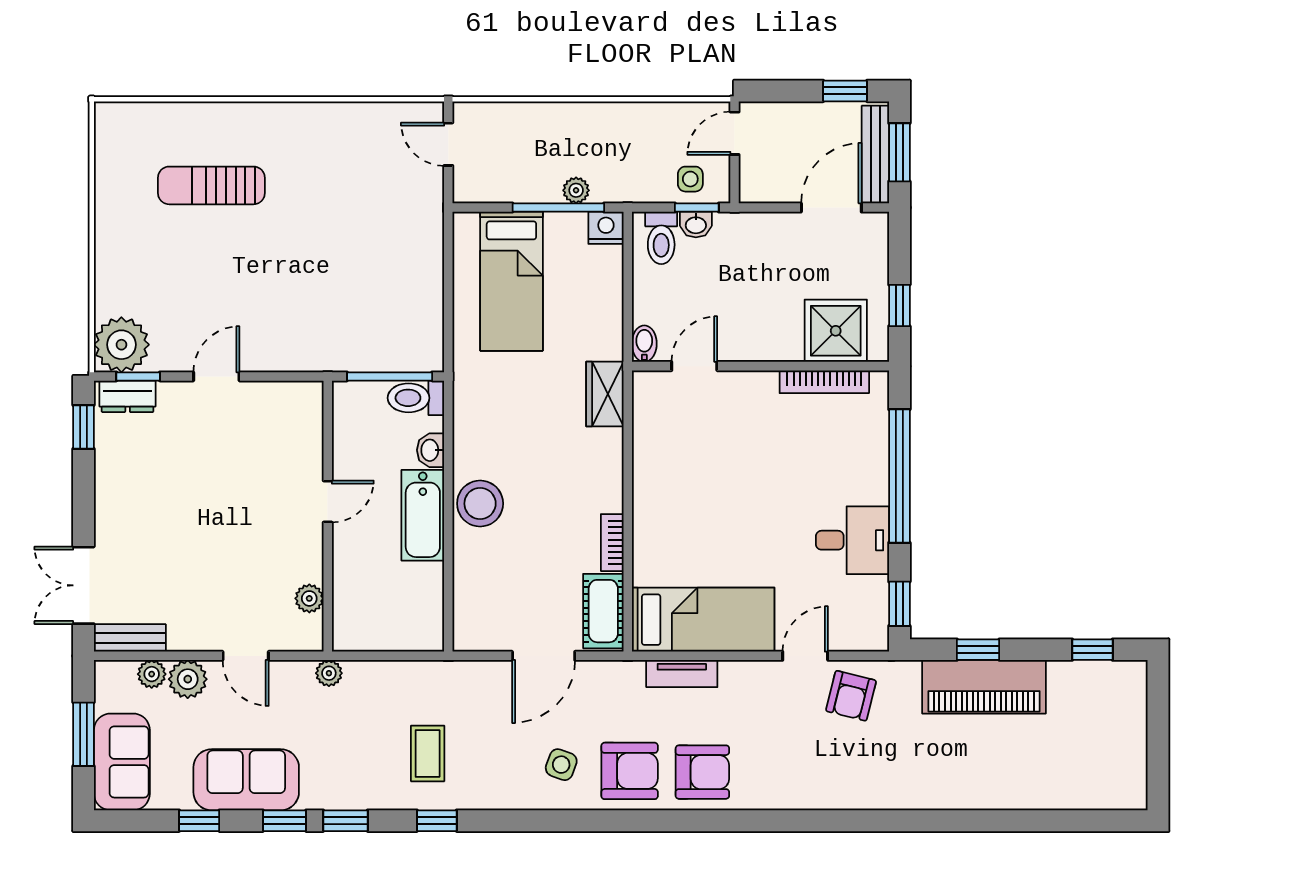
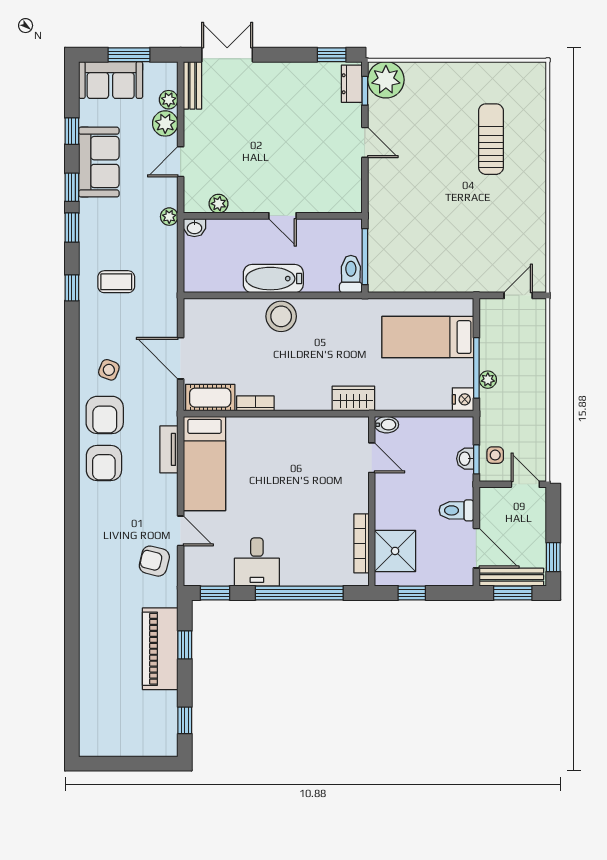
toilet: (661, 238) -> (456, 510), moved
washbasin: (431, 450) -> (194, 228), moved, turned 180

